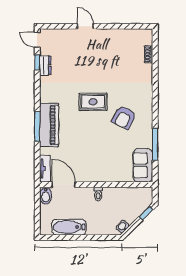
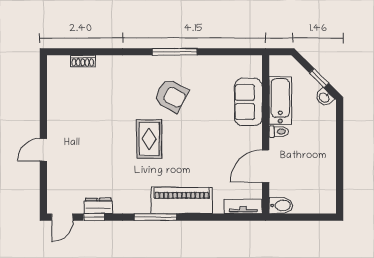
window: (37, 126) -> (155, 217), moved
window: (155, 144) -> (175, 52), moved
sofa: (143, 165) -> (248, 102), moved, turned 90
door: (64, 185) -> (266, 166), moved
window: (146, 213) -> (319, 78), moved
bathtub: (69, 227) -> (280, 100), moved, turned 180

